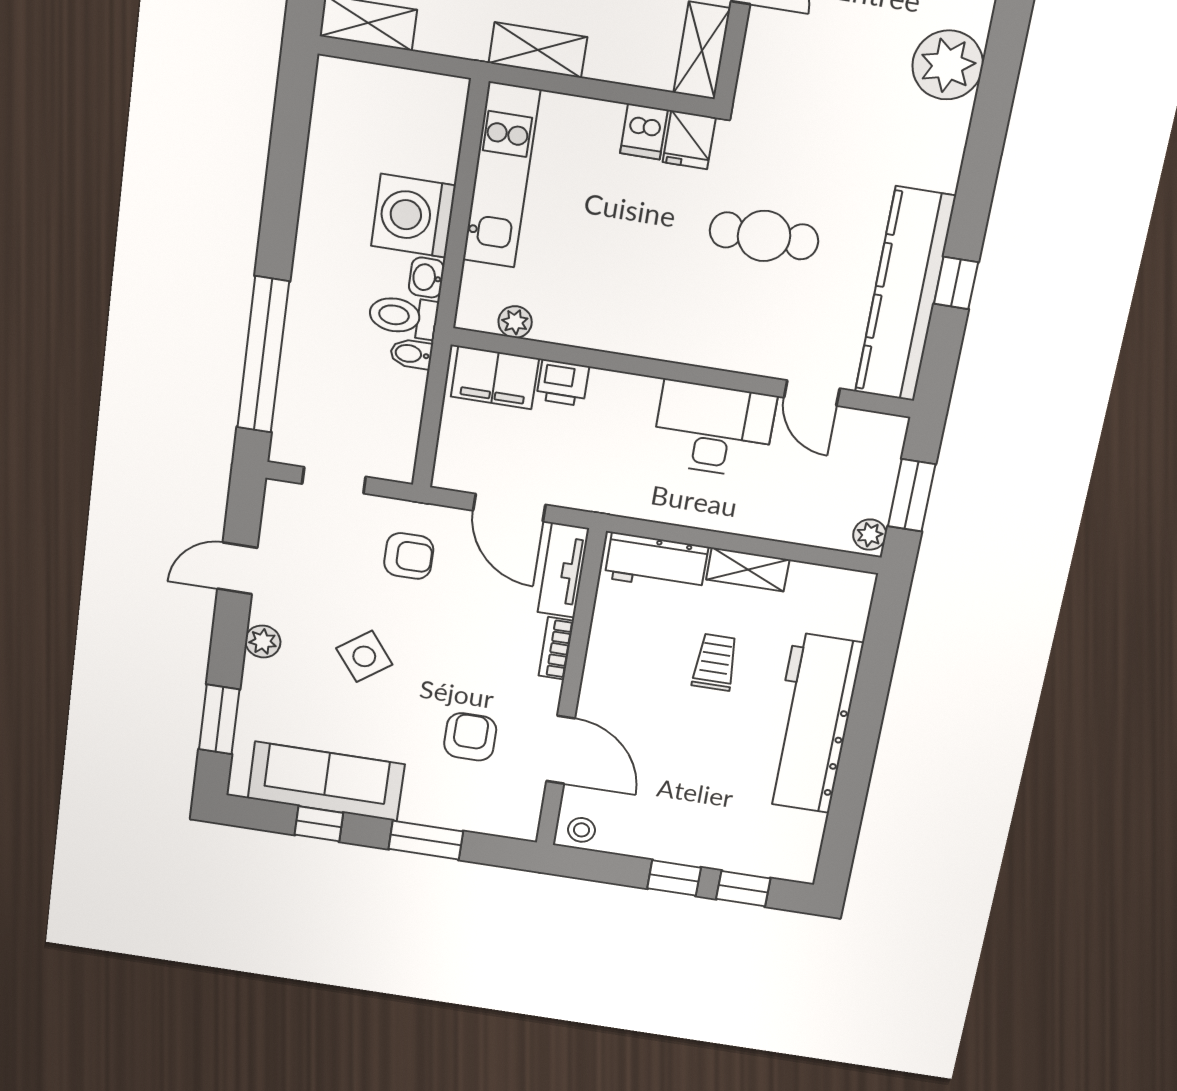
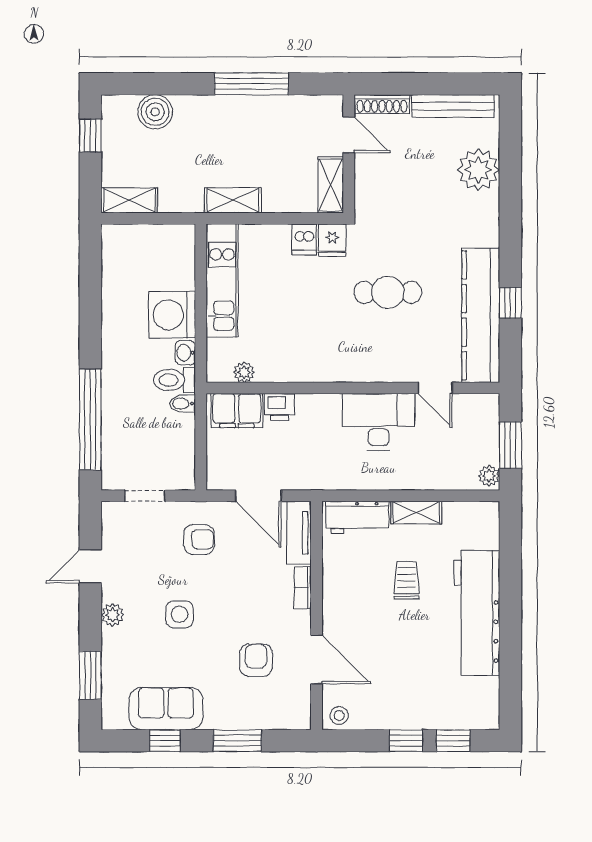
side table: (364, 656) -> (180, 614), turned 37
sofa: (326, 781) -> (166, 709), width x0.73

